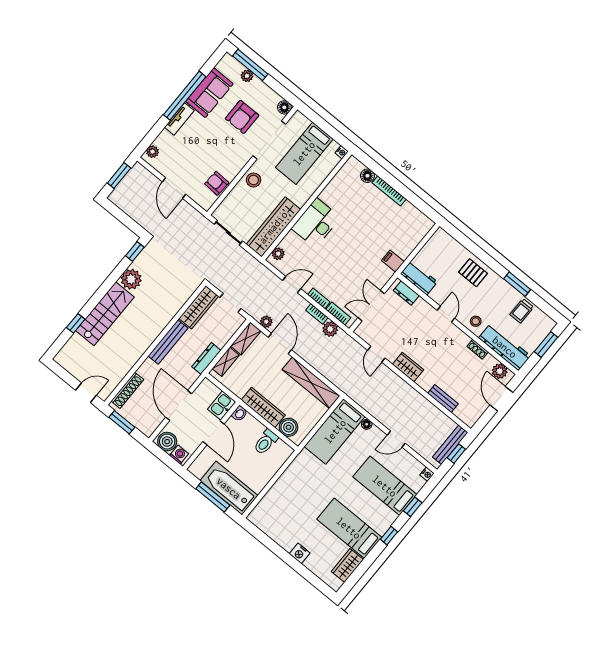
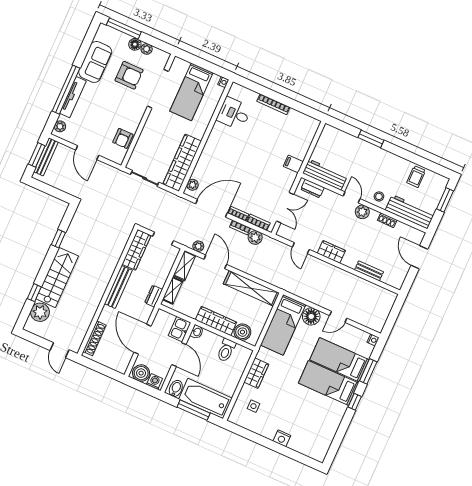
plant: (247, 76) -> (147, 49), moved
window: (185, 96) -> (66, 90), moved
floor lamp: (284, 107) -> (135, 44), moved
armchair: (242, 117) -> (129, 75), turned -90
tv unit: (179, 119) -> (73, 97), width x1.41
floor lamp: (367, 176) -> (251, 96), removed
stool: (254, 180) -> (154, 127), removed
armchair: (217, 183) -> (123, 138), turned -93
desk: (316, 223) -> (234, 114), moved, width x0.73
window: (135, 251) -> (58, 239), moved
pallet: (473, 273) -> (365, 155), removed
workbench: (419, 278) -> (325, 175), width x1.38
plant: (131, 279) -> (40, 312), moved
window: (517, 284) -> (371, 139), moved
door: (292, 285) -> (212, 208), width x1.88
double door: (371, 306) -> (285, 208), swing flipped
dresser: (206, 359) -> (154, 296), width x0.70
plant: (500, 371) -> (362, 212), moved
door: (86, 393) -> (60, 350), swing flipped
window: (122, 422) -> (97, 367), removed
floor lamp: (367, 424) -> (311, 316), width x1.89, depth x1.89
bench: (450, 445) -> (46, 157), moved
window: (456, 454) -> (393, 315), removed
bidet: (200, 468) -> (176, 389), added
window: (413, 507) -> (368, 371), width x1.50
side table: (279, 510) -> (253, 406), added
bed: (349, 528) -> (329, 383), moved
wardrobe: (347, 566) -> (256, 373), moved, turned 180

